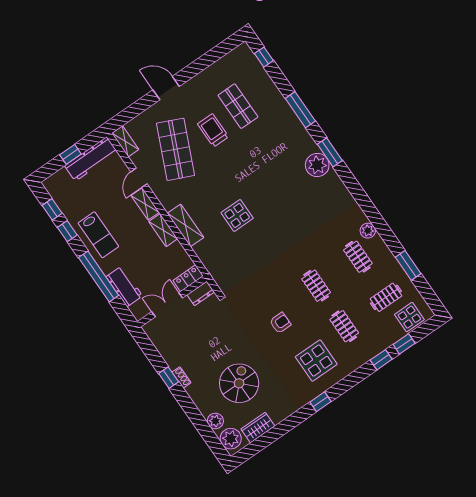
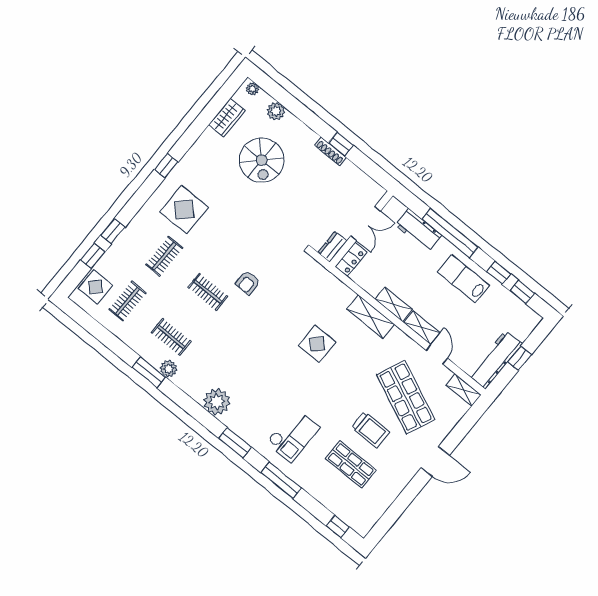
checkout: (279, 145) -> (293, 435), added
plant: (317, 165) -> (217, 402), moved
window: (408, 265) -> (149, 372), moved
armchair: (280, 323) -> (248, 283), moved
clothes rail: (344, 326) -> (164, 256), turned 90
shoe rack: (181, 377) -> (331, 151), width x1.43
plant: (231, 439) -> (252, 89), width x0.53, depth x0.53

